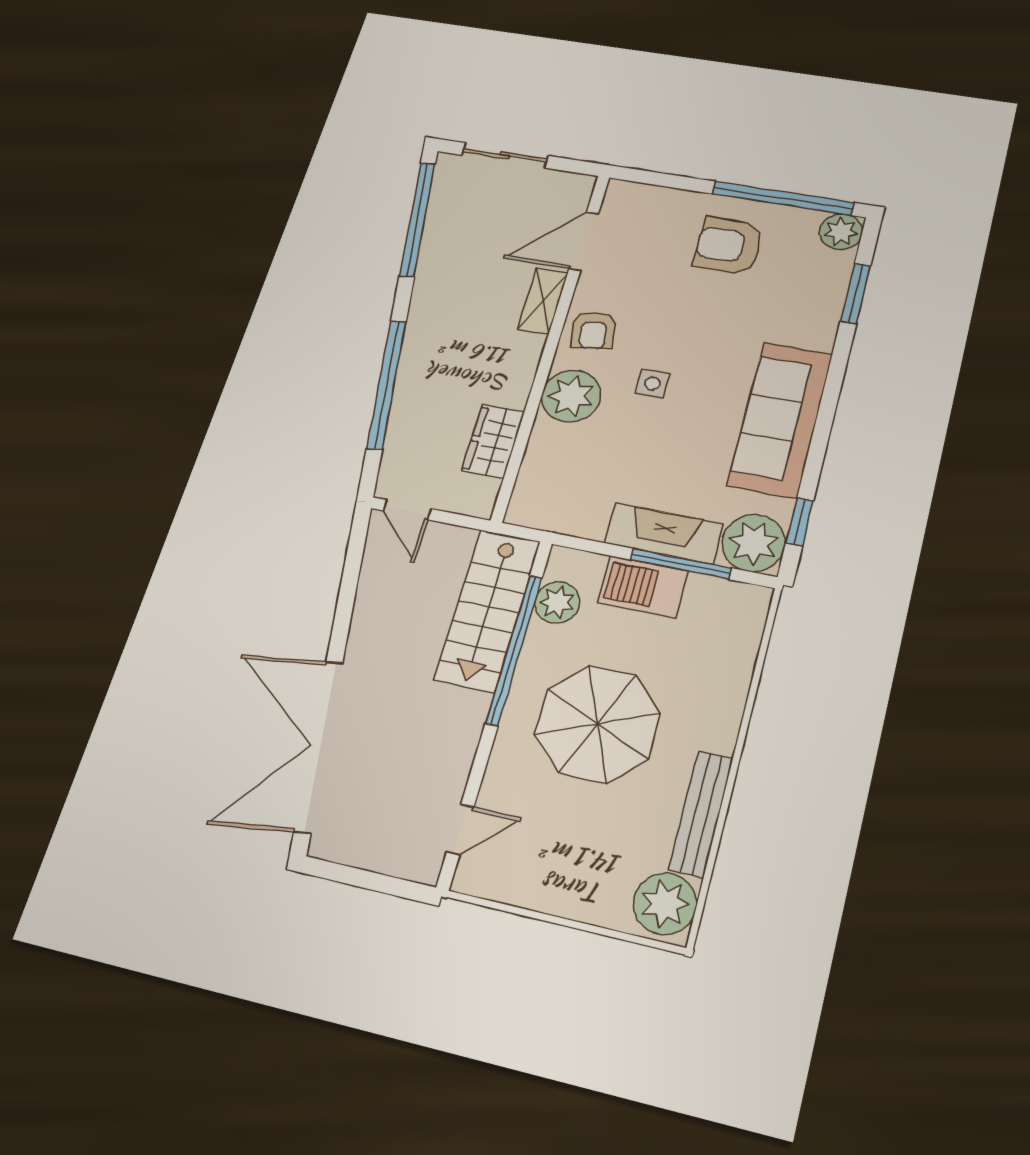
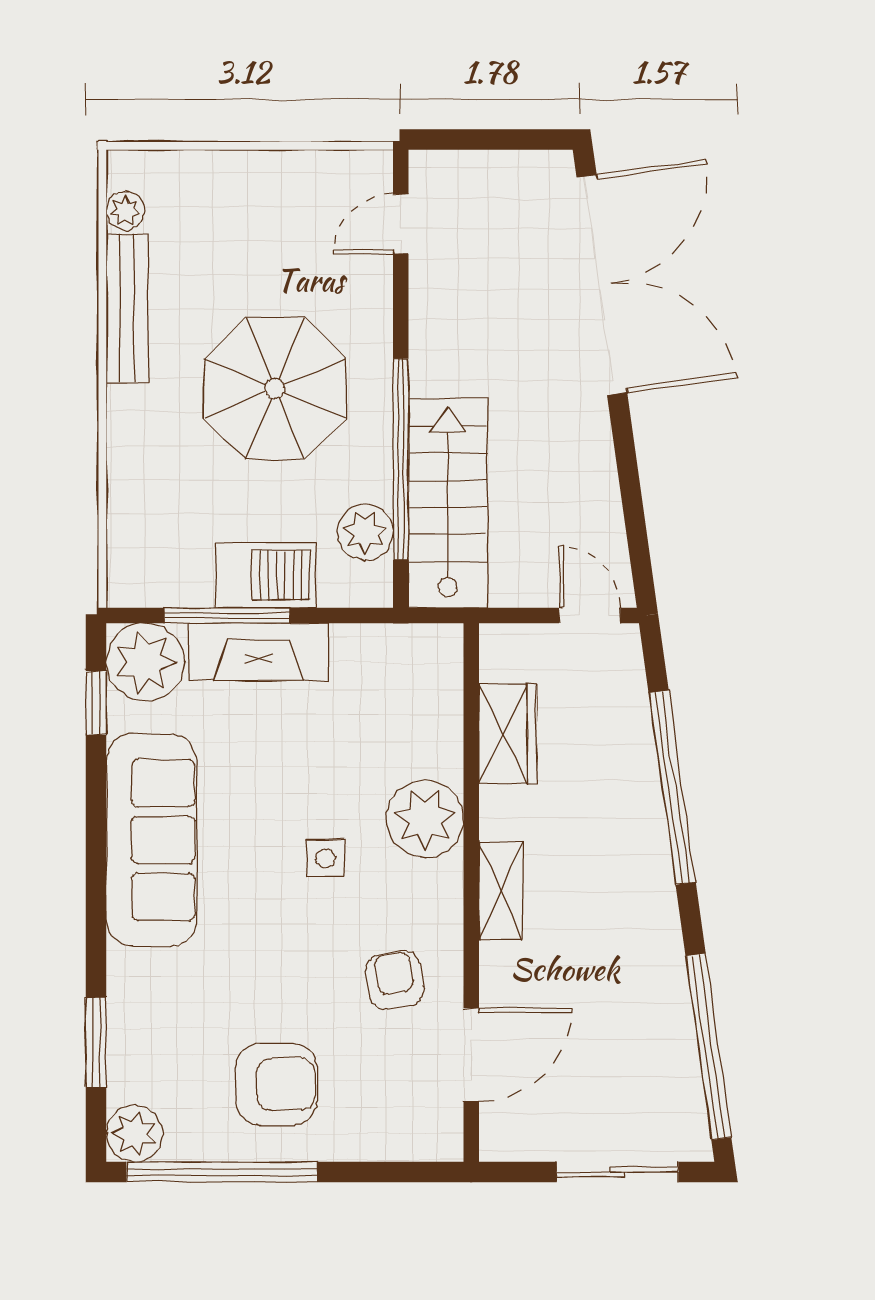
shelving: (543, 301) -> (501, 891), moved
armchair: (593, 330) -> (395, 980), moved
plant: (665, 904) -> (125, 211), width x0.53, depth x0.53

